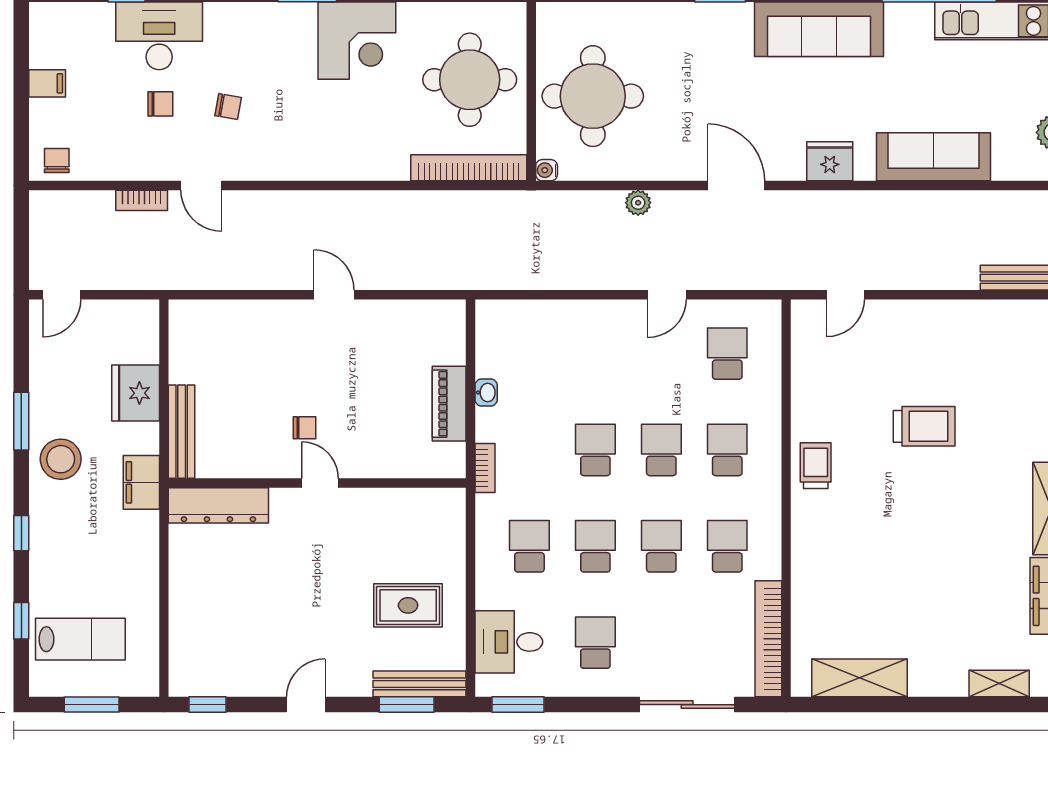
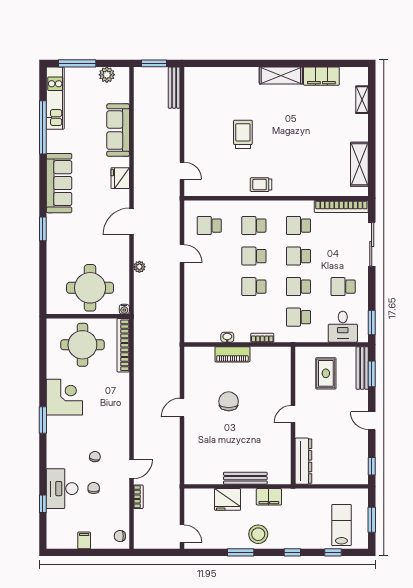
chair: (305, 428) -> (229, 401), moved, width x1.87, depth x1.87
wall: (317, 483) -> (293, 415), moved
door: (320, 483) -> (293, 414), moved
dresser: (218, 505) -> (303, 461), moved

